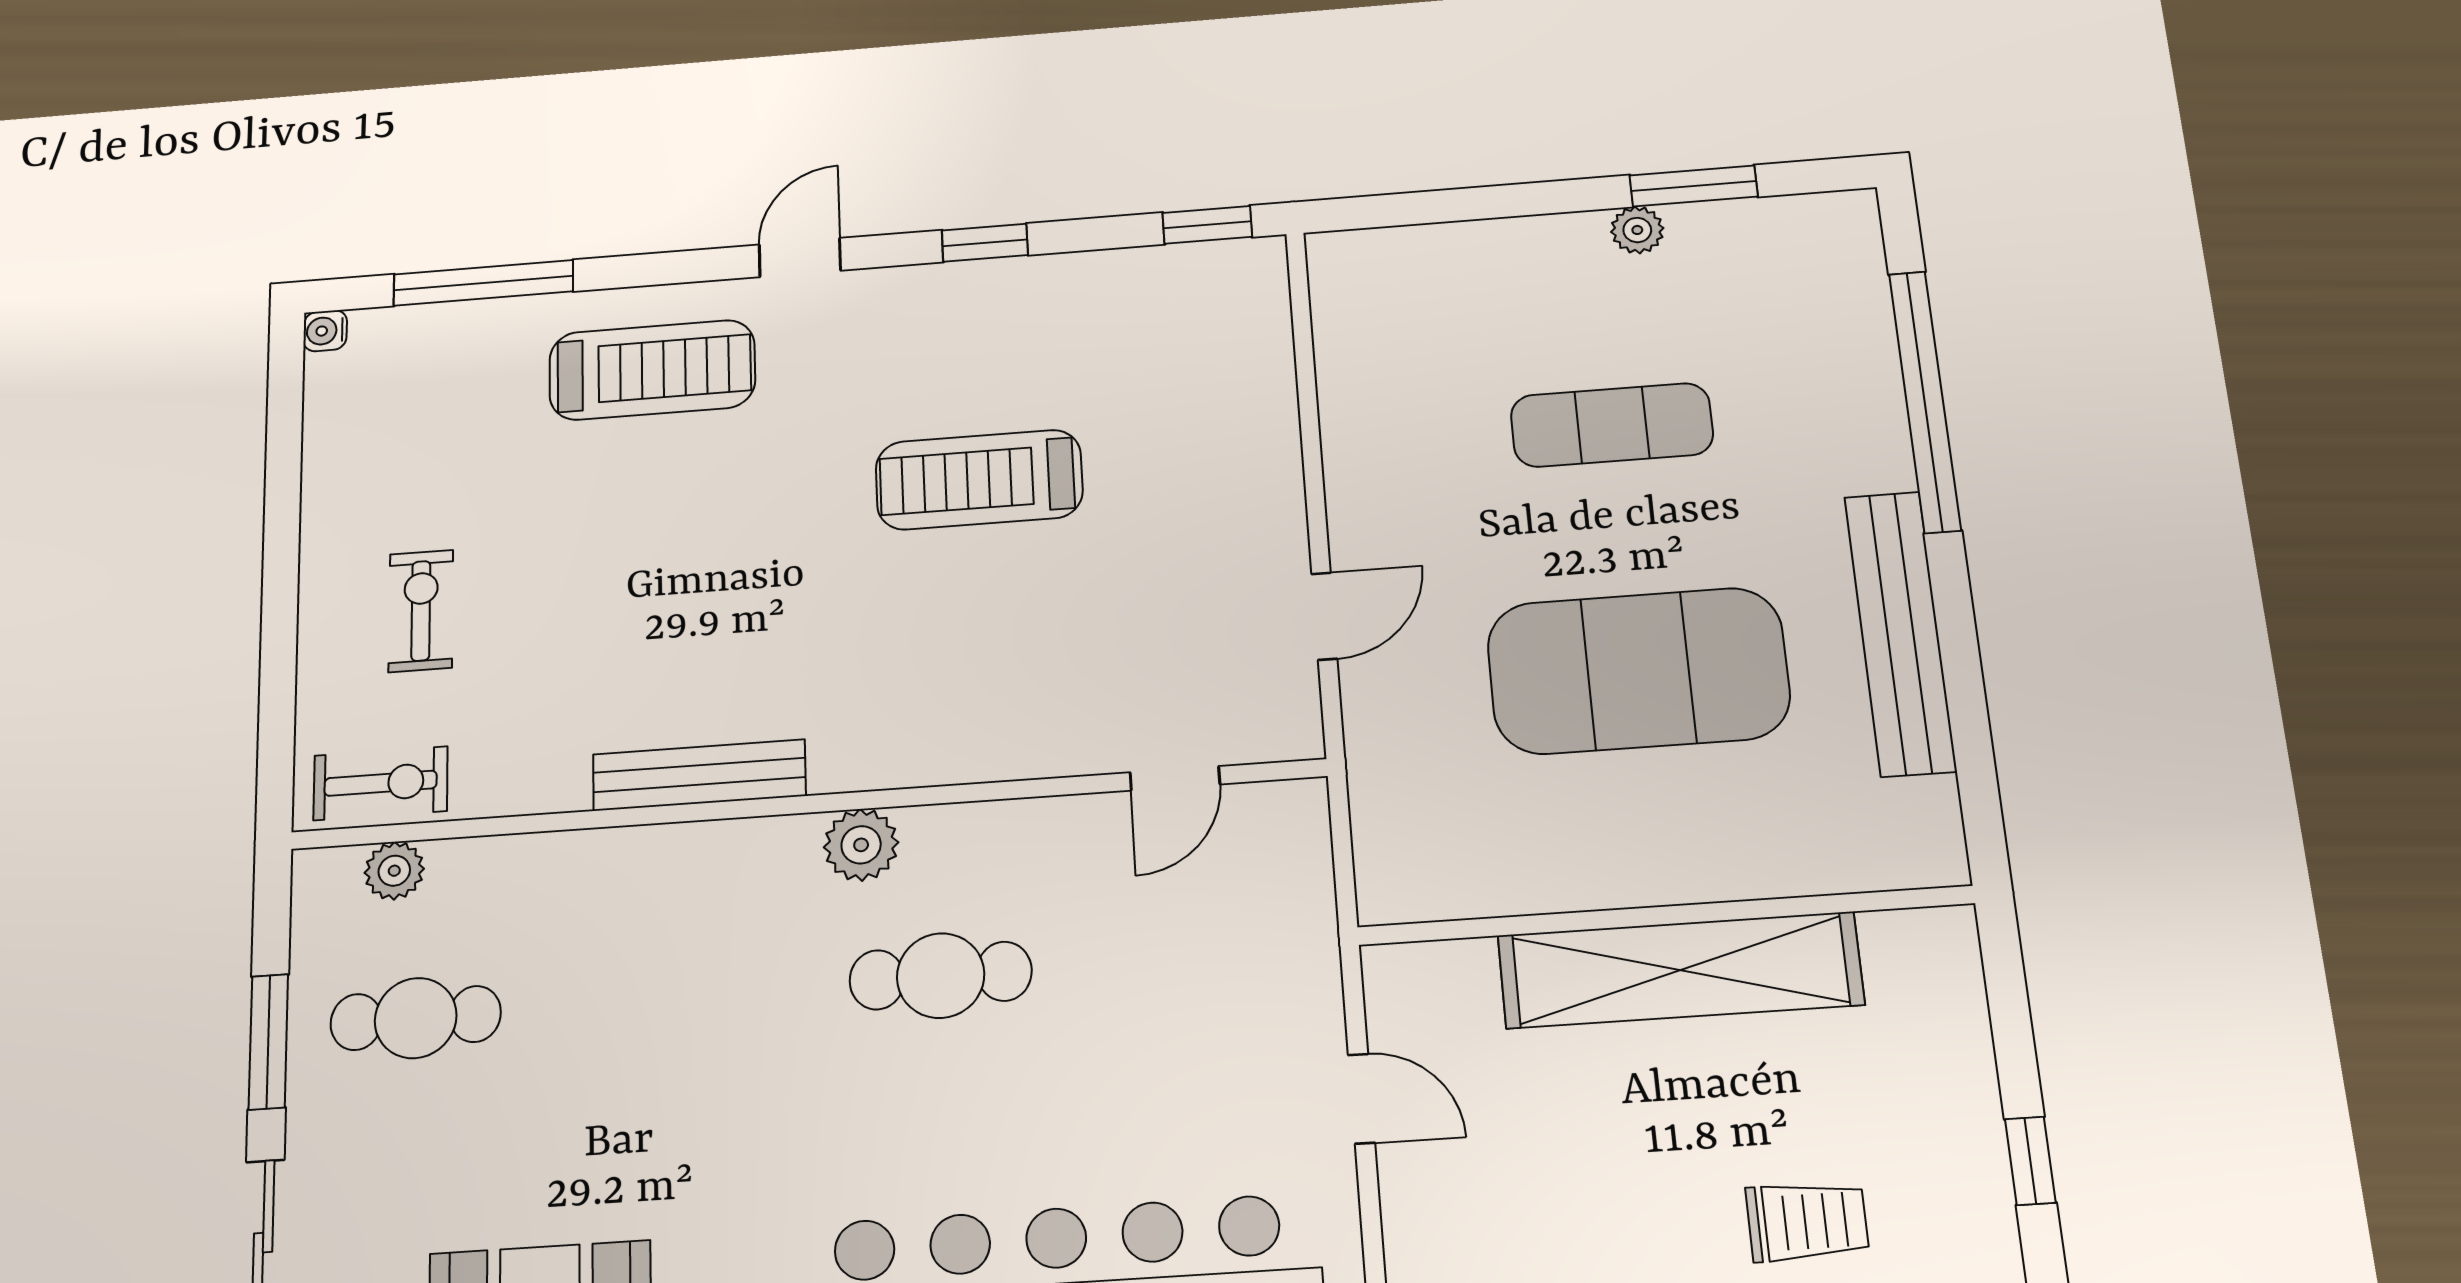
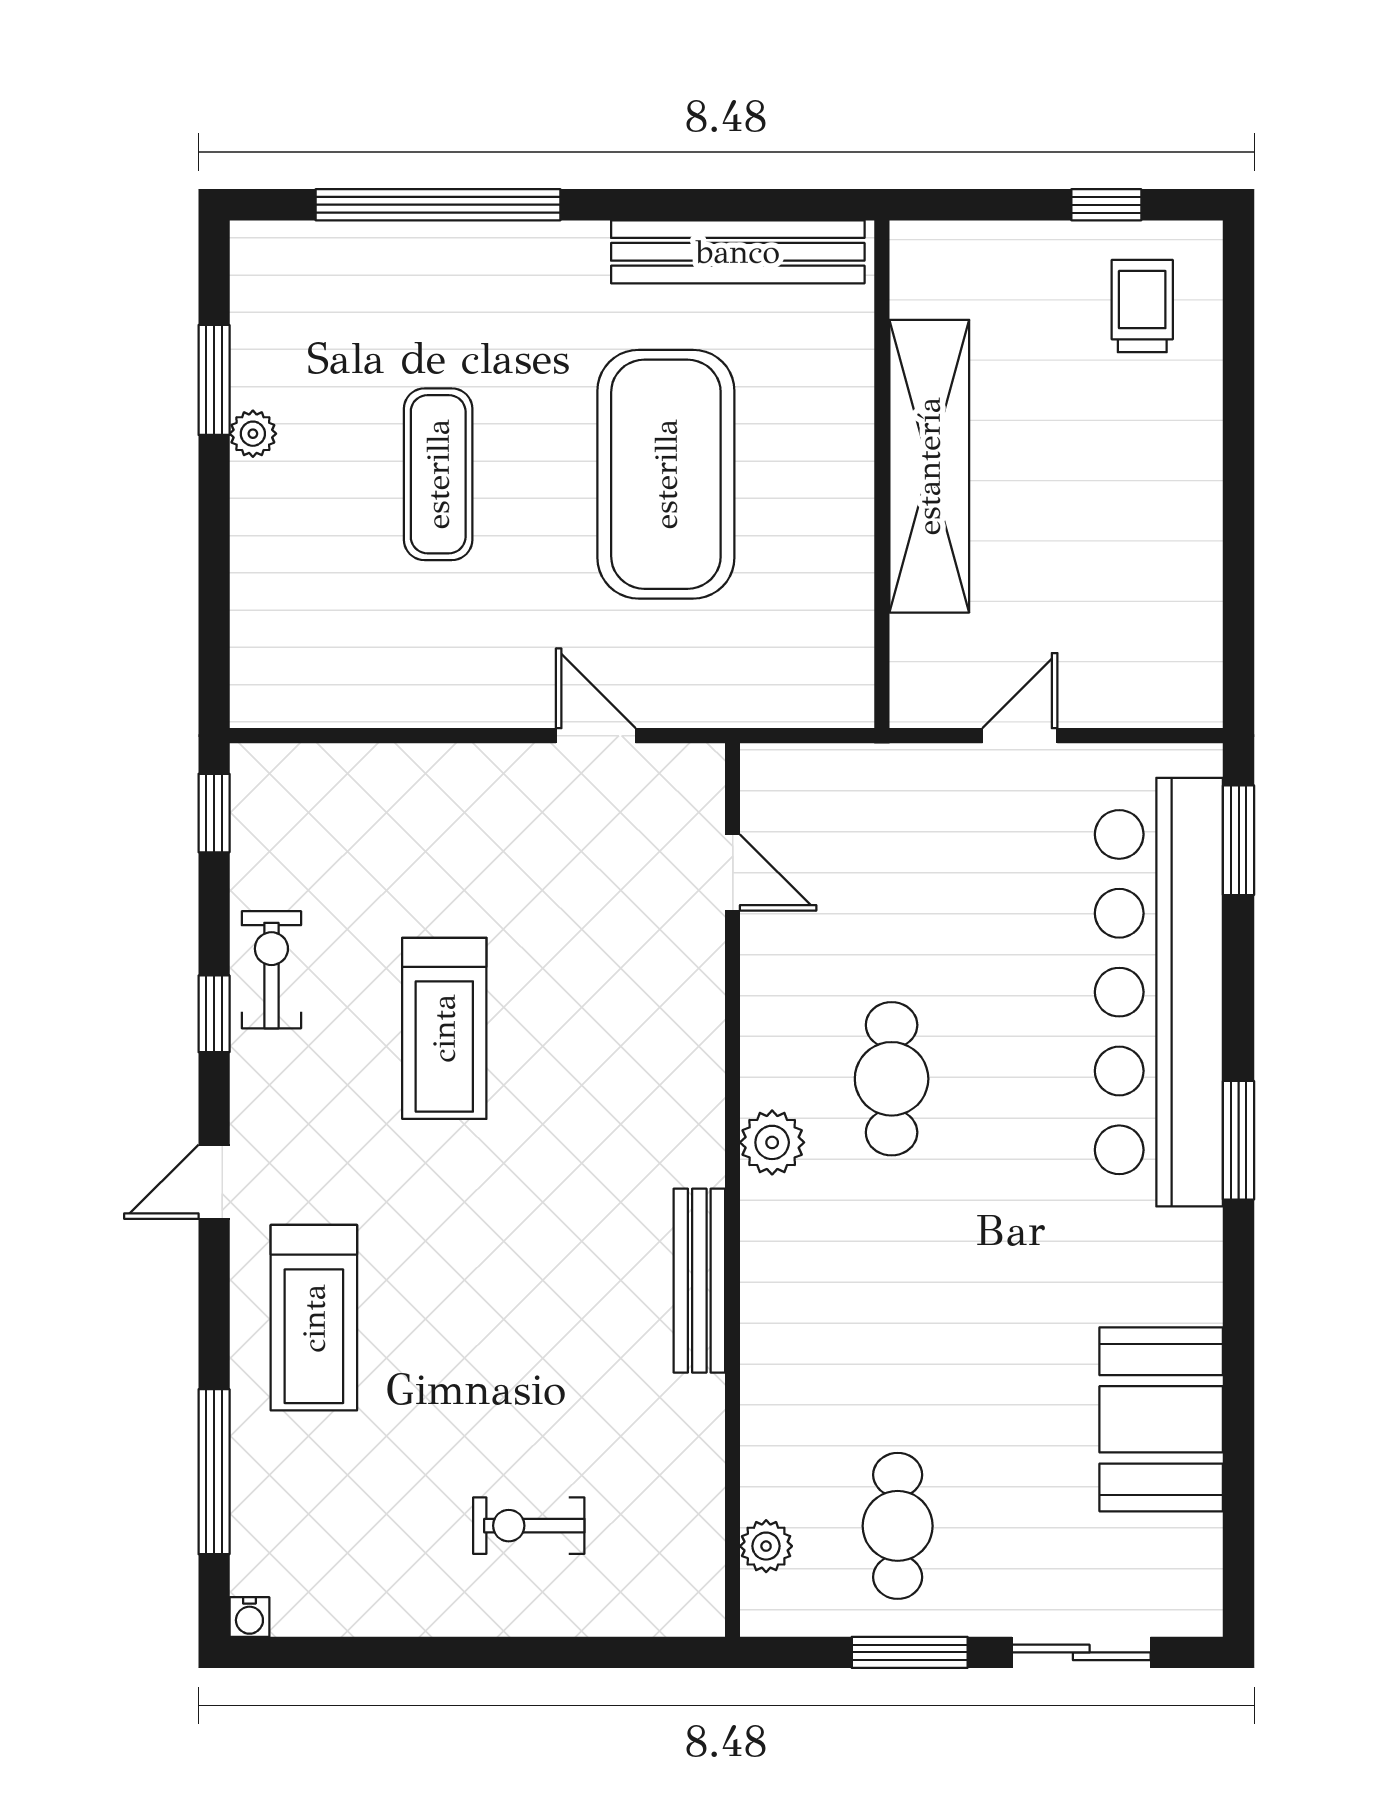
door: (800, 258) -> (214, 1182), hinge flipped
treadmill: (652, 370) -> (314, 1318), turned 180
bench: (1900, 633) -> (738, 252), moved
exercise bike: (381, 783) -> (271, 970), moved
trolley: (1807, 1222) -> (1142, 306), moved

